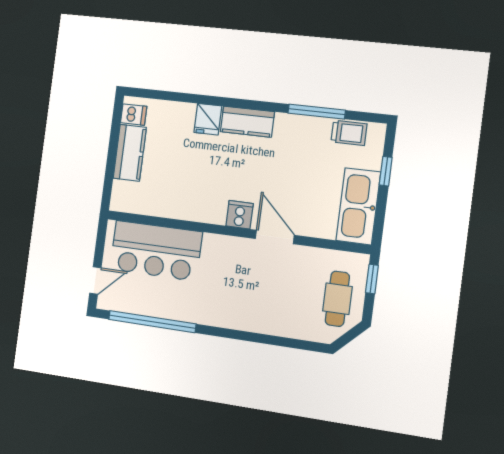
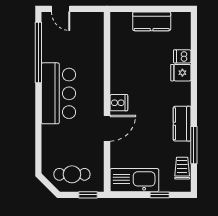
dishwasher: (134, 115) -> (182, 56), moved, turned 90
kitchen counter: (247, 122) -> (182, 124), moved
trolley: (349, 133) -> (182, 168), turned 180
bar counter: (156, 251) -> (58, 93), moved, turned 180

